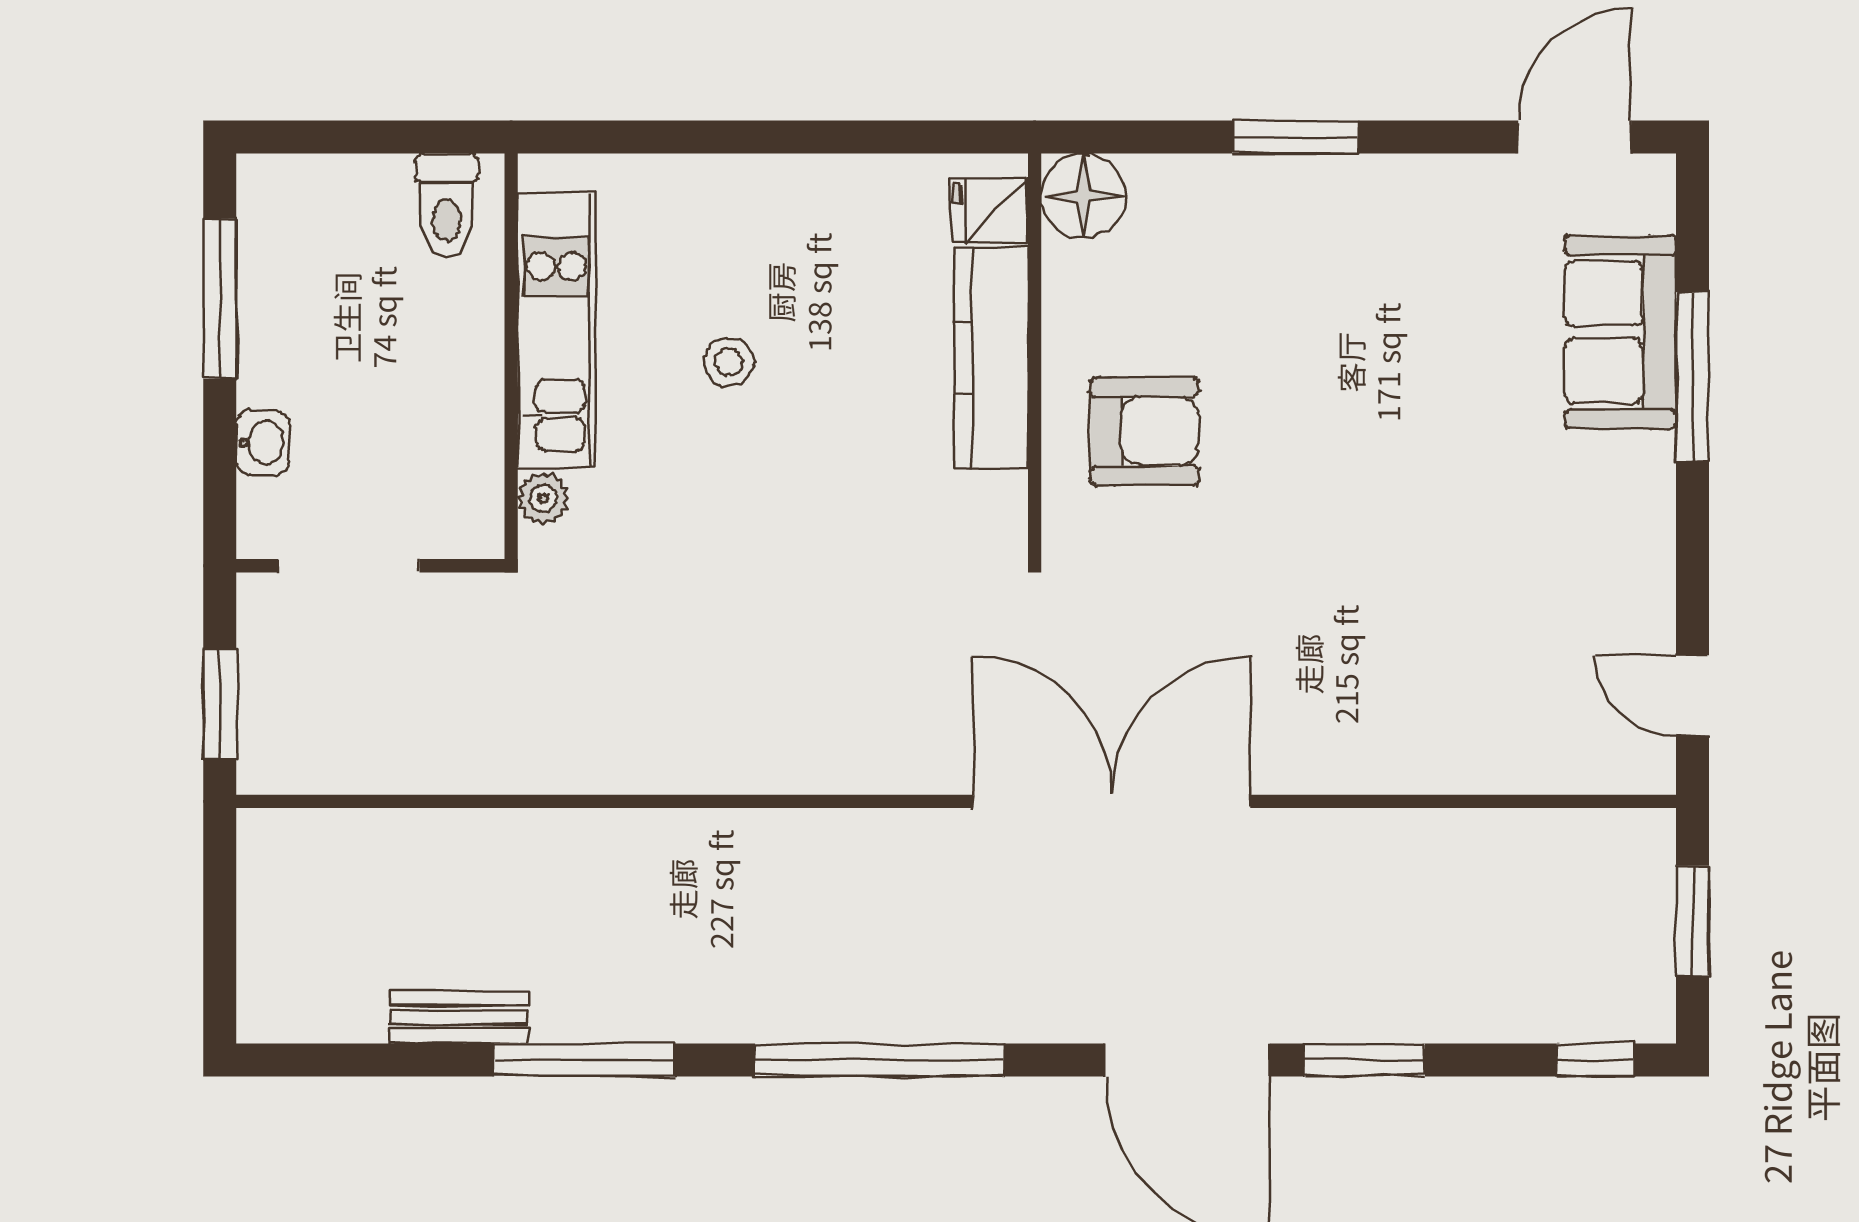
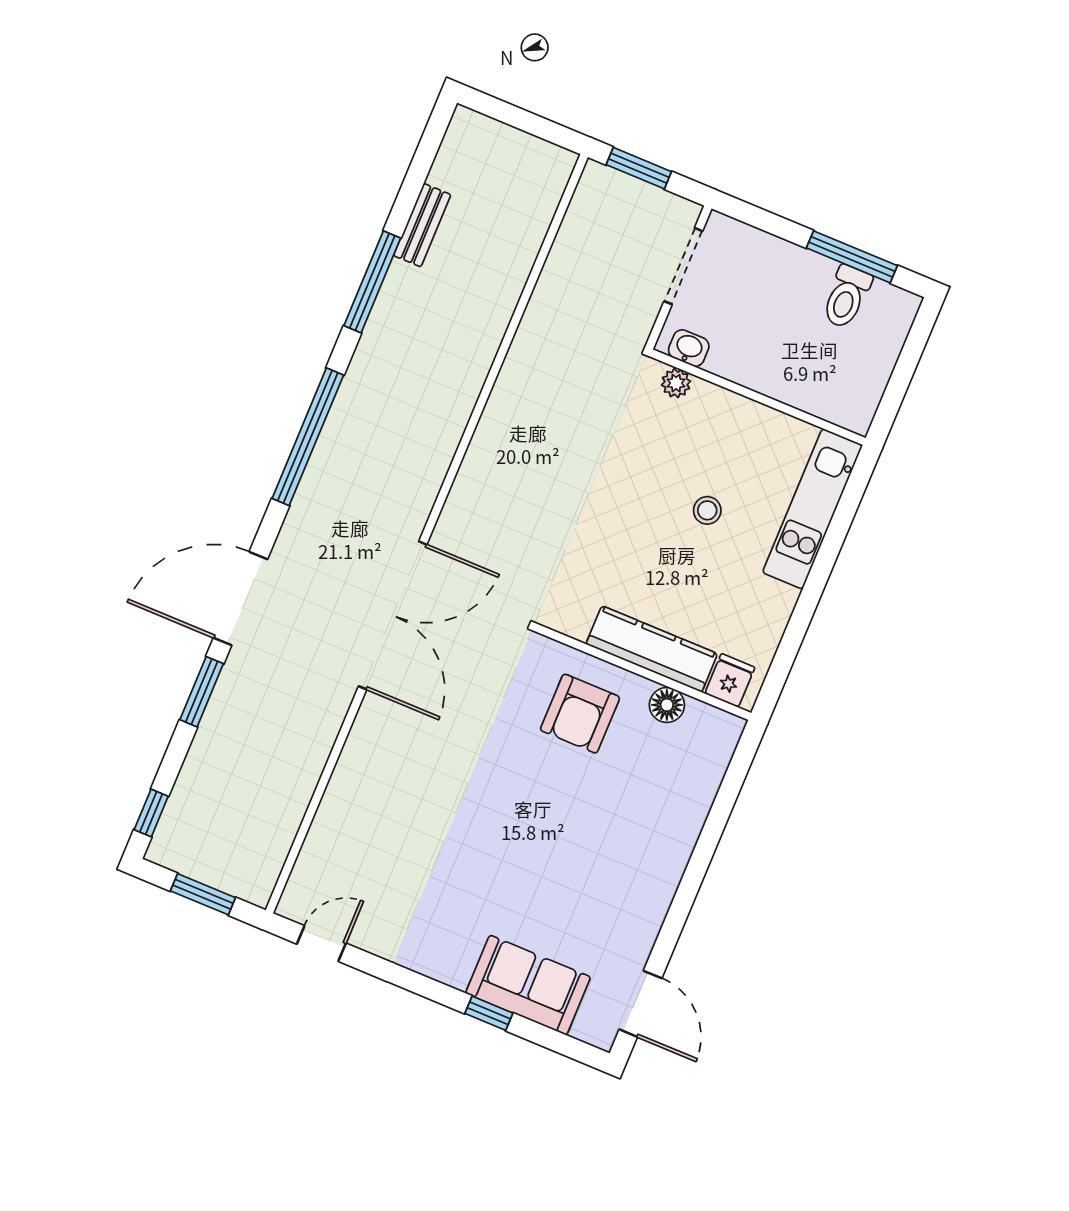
window: (1296, 137) -> (702, 857), removed
floor lamp: (1083, 196) -> (667, 705), moved, width x0.73, depth x0.73
toilet: (447, 206) -> (847, 297), moved, turned -90
kitchen unit: (556, 330) -> (813, 509), moved, turned 90
window: (1692, 377) -> (489, 1013), width x0.46
washbasin: (263, 443) -> (689, 348), moved, turned 180

